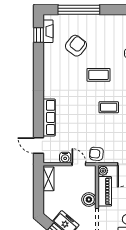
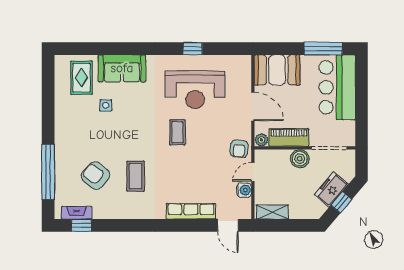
coffee table: (99, 75) -> (136, 176), moved
door: (39, 145) -> (228, 225), hinge flipped

